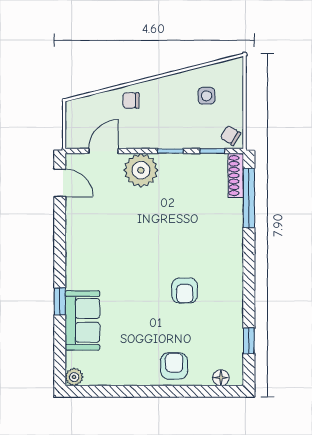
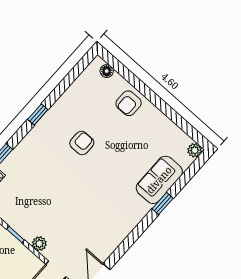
plant: (141, 170) -> (39, 244), width x0.53, depth x0.53
window: (249, 341) -> (38, 114), moved

